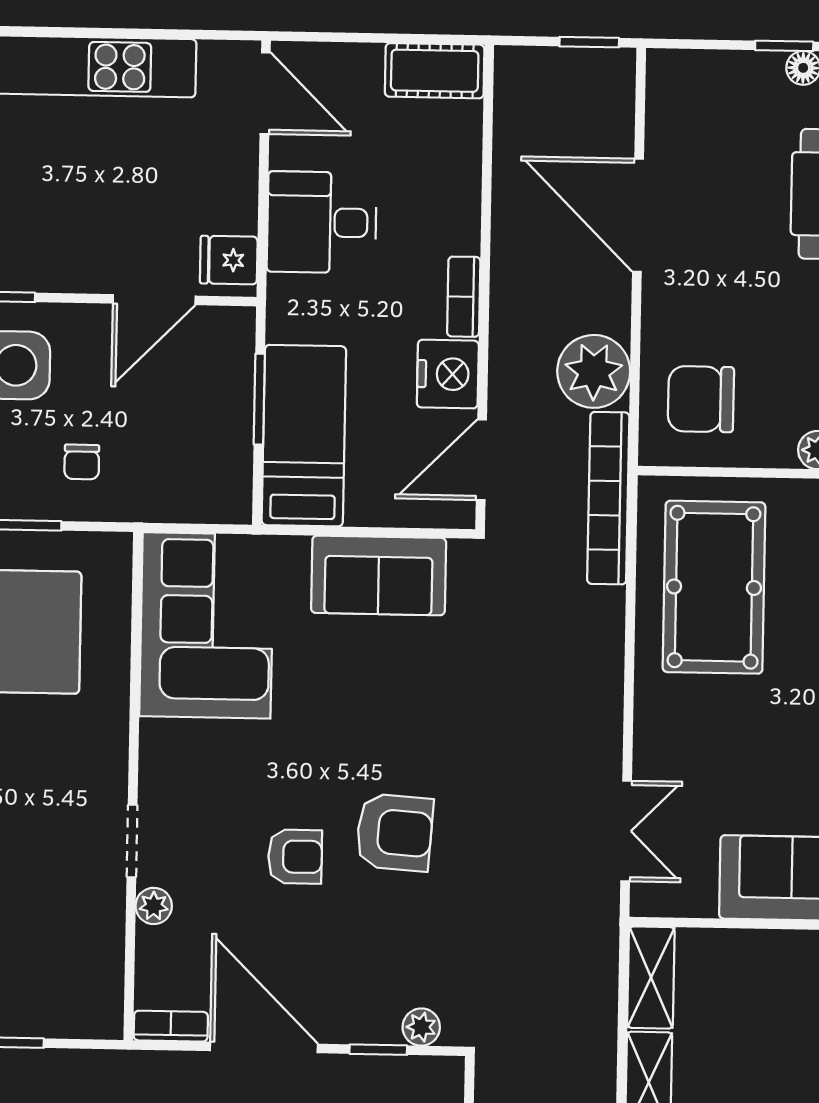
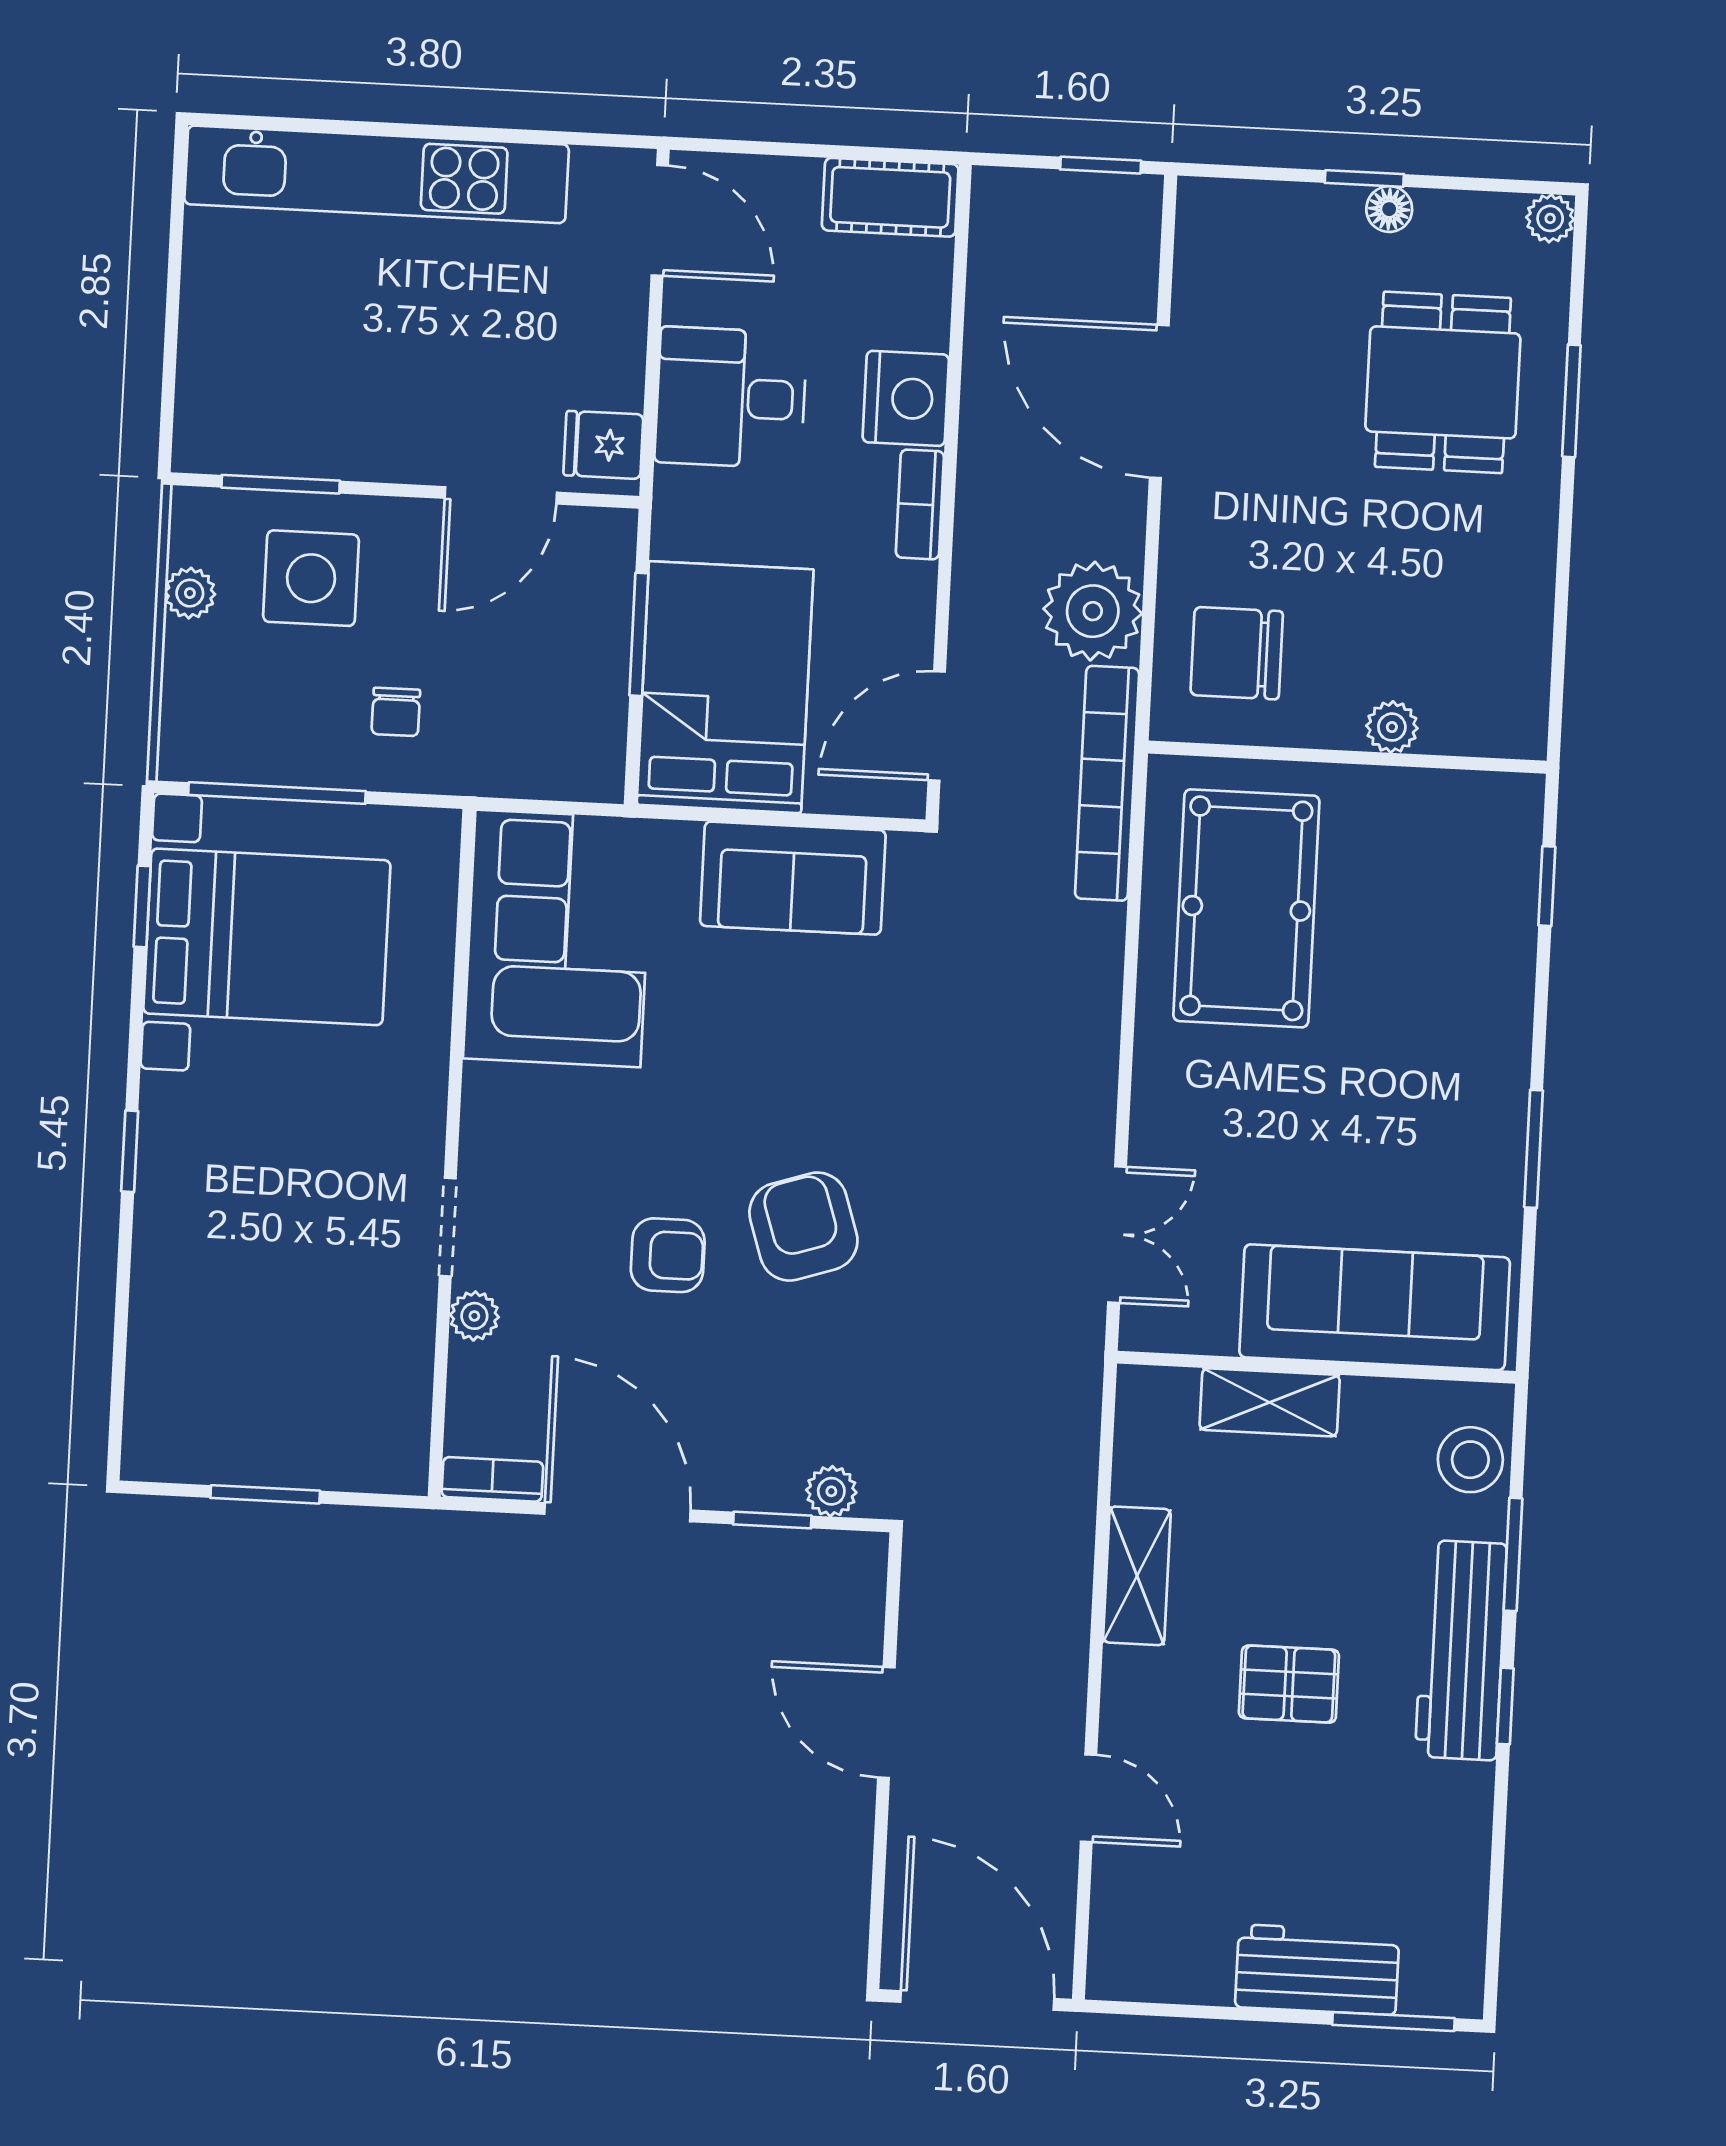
nightstand: (448, 374) -> (906, 398), moved
bed: (304, 436) -> (725, 687), width x1.50
armchair: (394, 832) -> (803, 1227), turned -112
shelving: (651, 977) -> (1270, 1402), moved, turned 90

